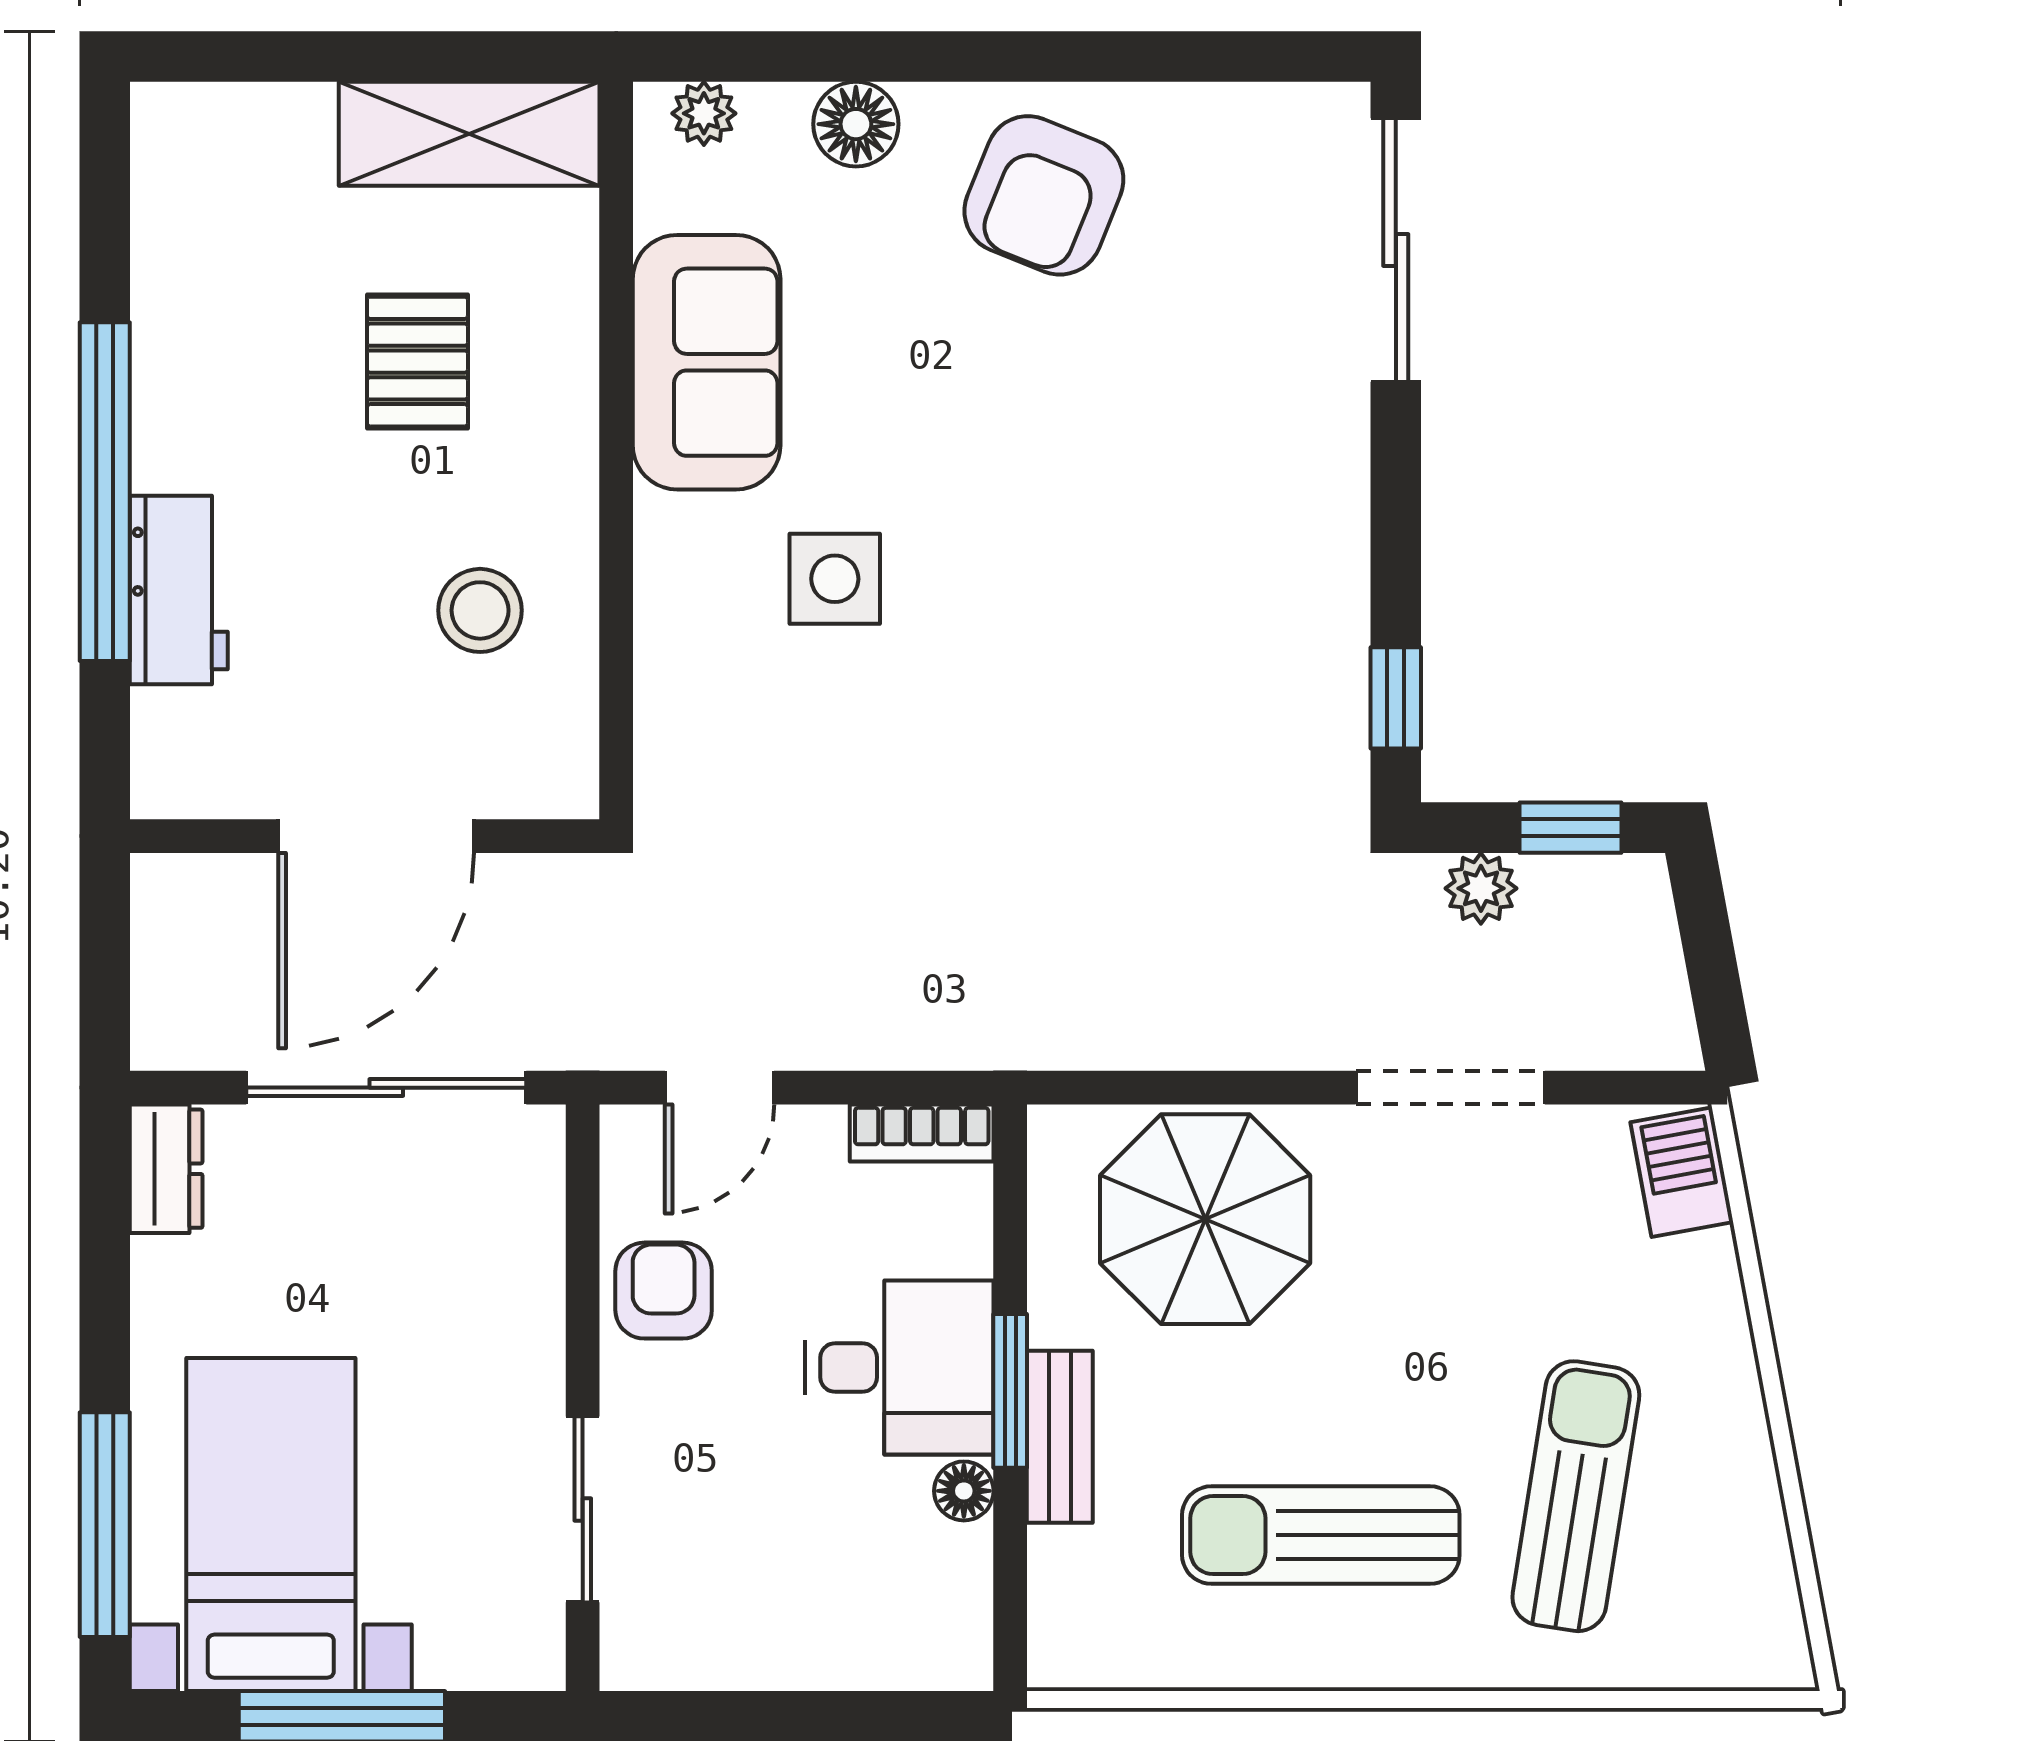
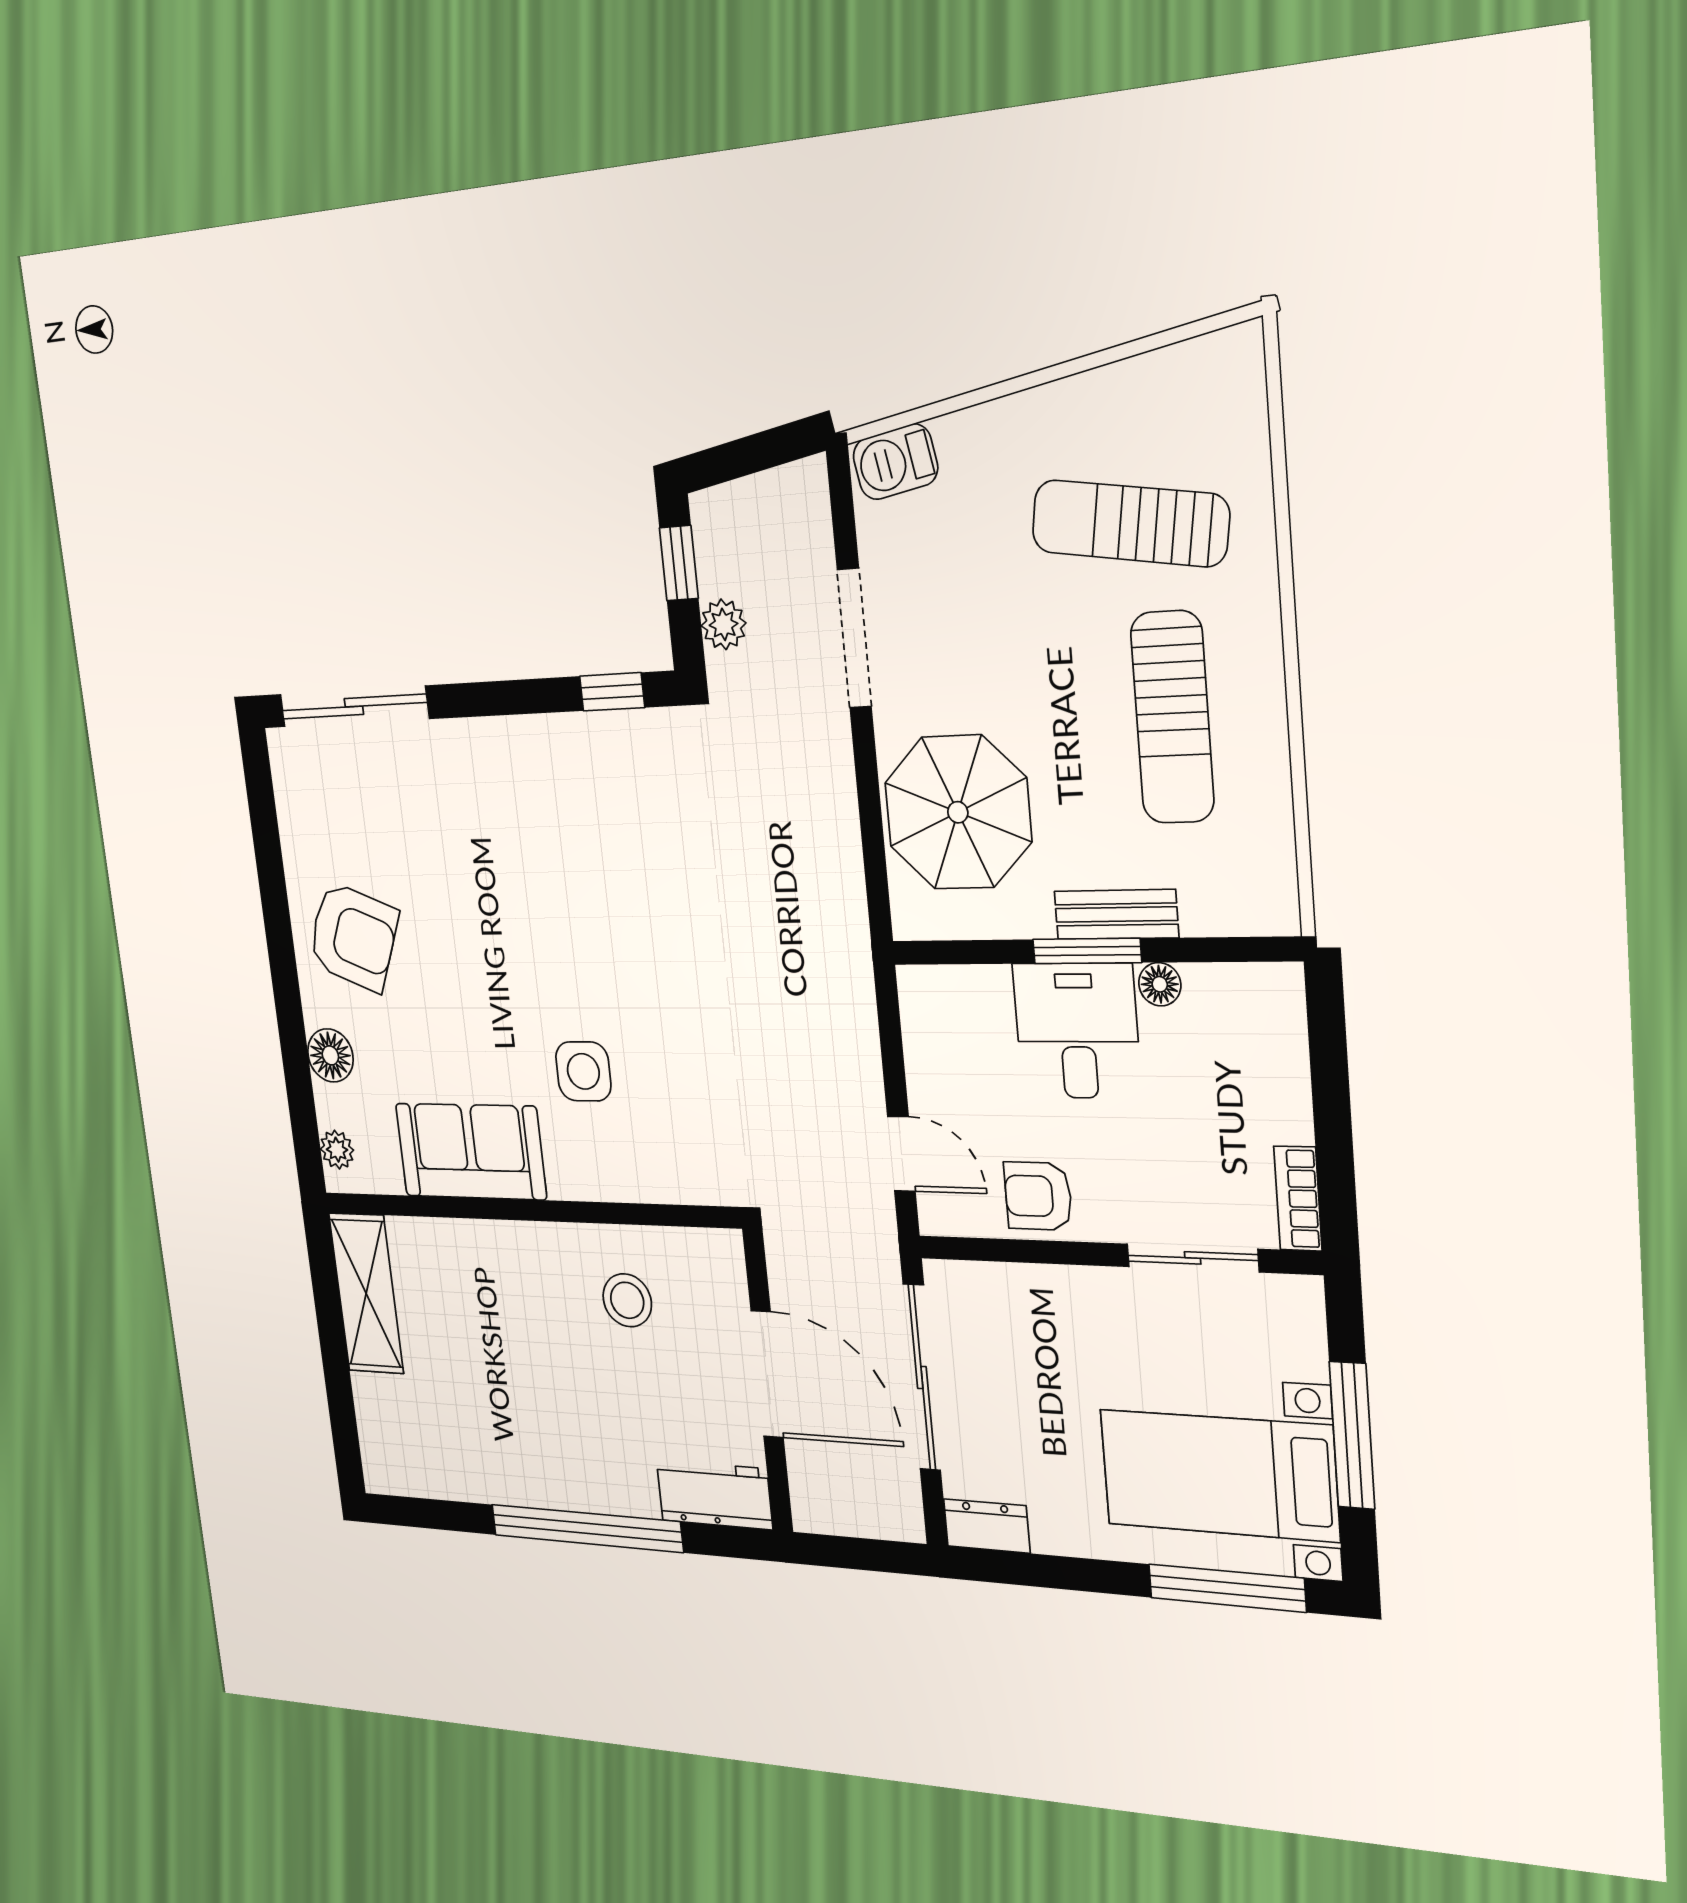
pallet: (417, 362) -> (492, 1332), removed
workbench: (179, 590) -> (714, 1495), moved
bookcase: (922, 1133) -> (1298, 1199), moved, turned 180

